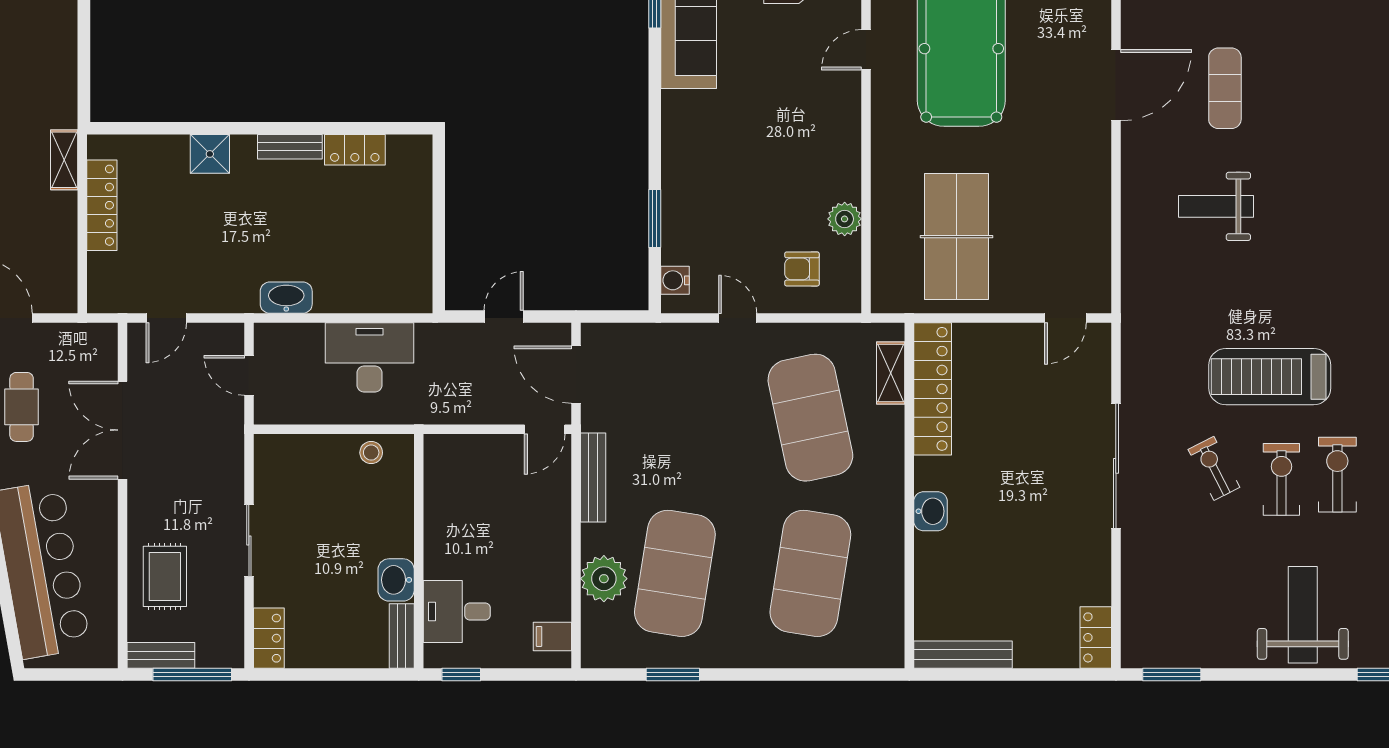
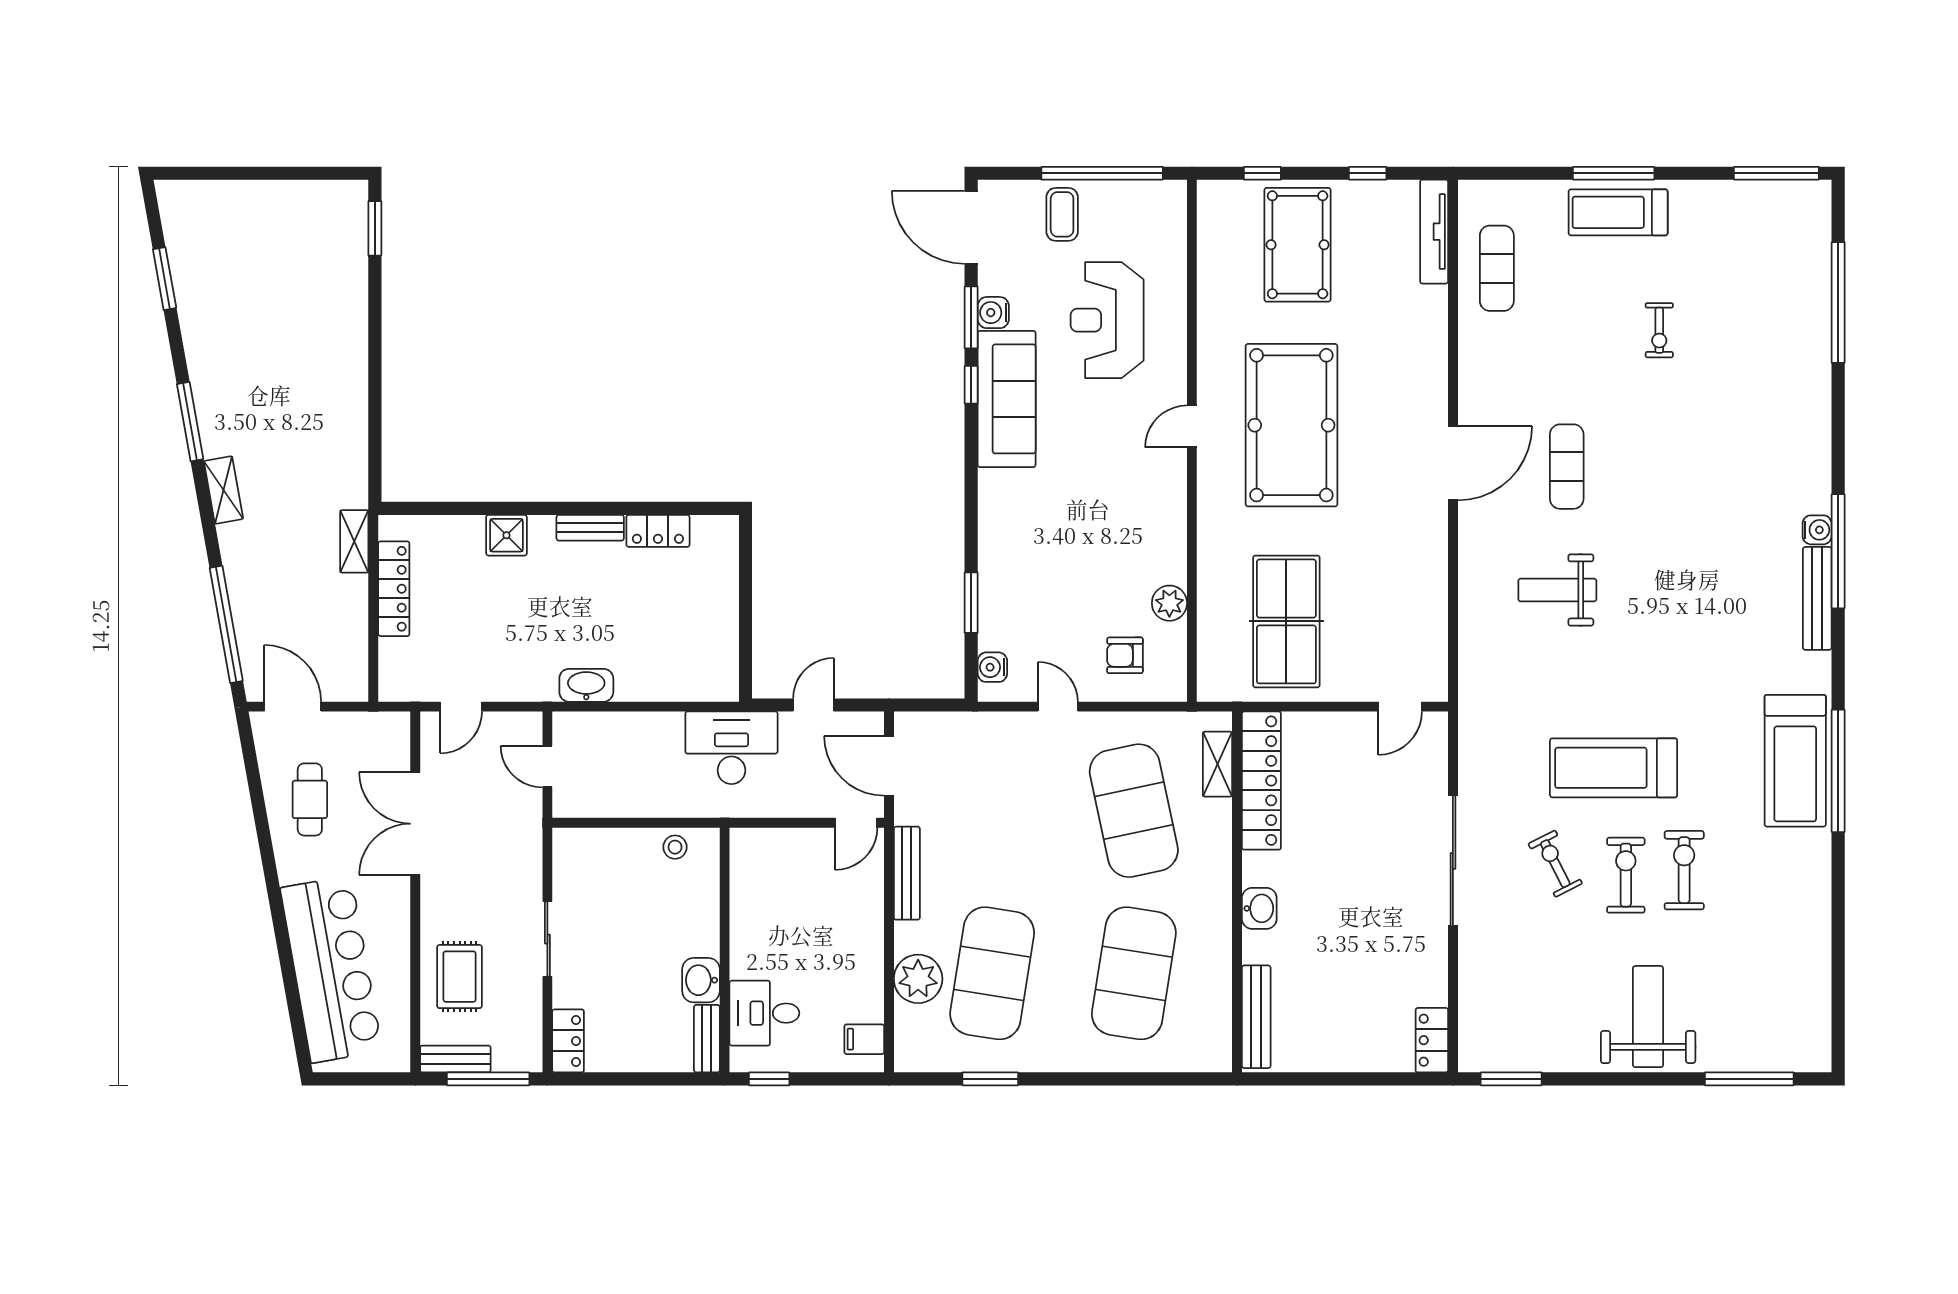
desk: (369, 357) -> (731, 748), moved
bench: (963, 655) -> (1256, 1017), moved, turned 90

